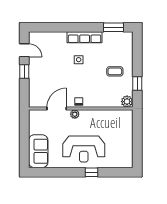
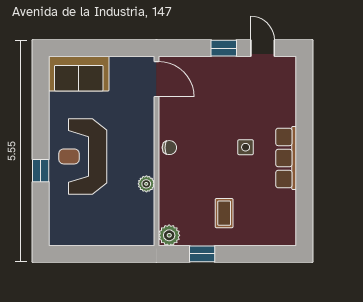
window: (114, 27) -> (304, 211), removed
door: (24, 50) -> (263, 48), swing flipped
door: (57, 109) -> (156, 79), moved
plant: (75, 114) -> (146, 184), moved

